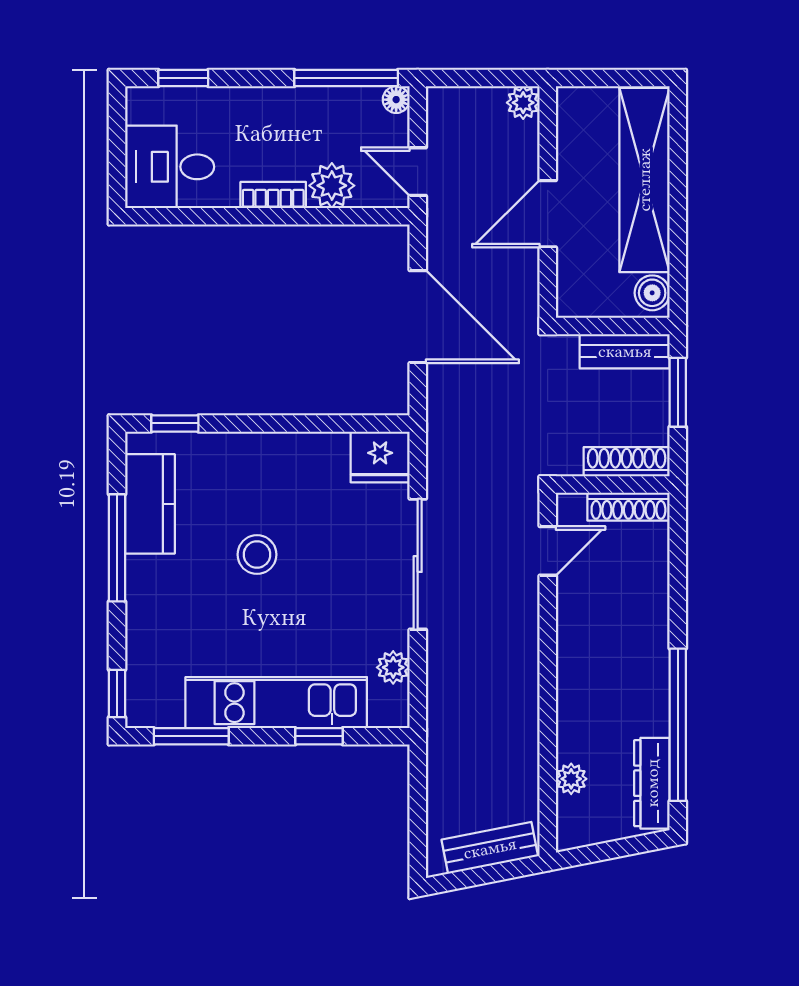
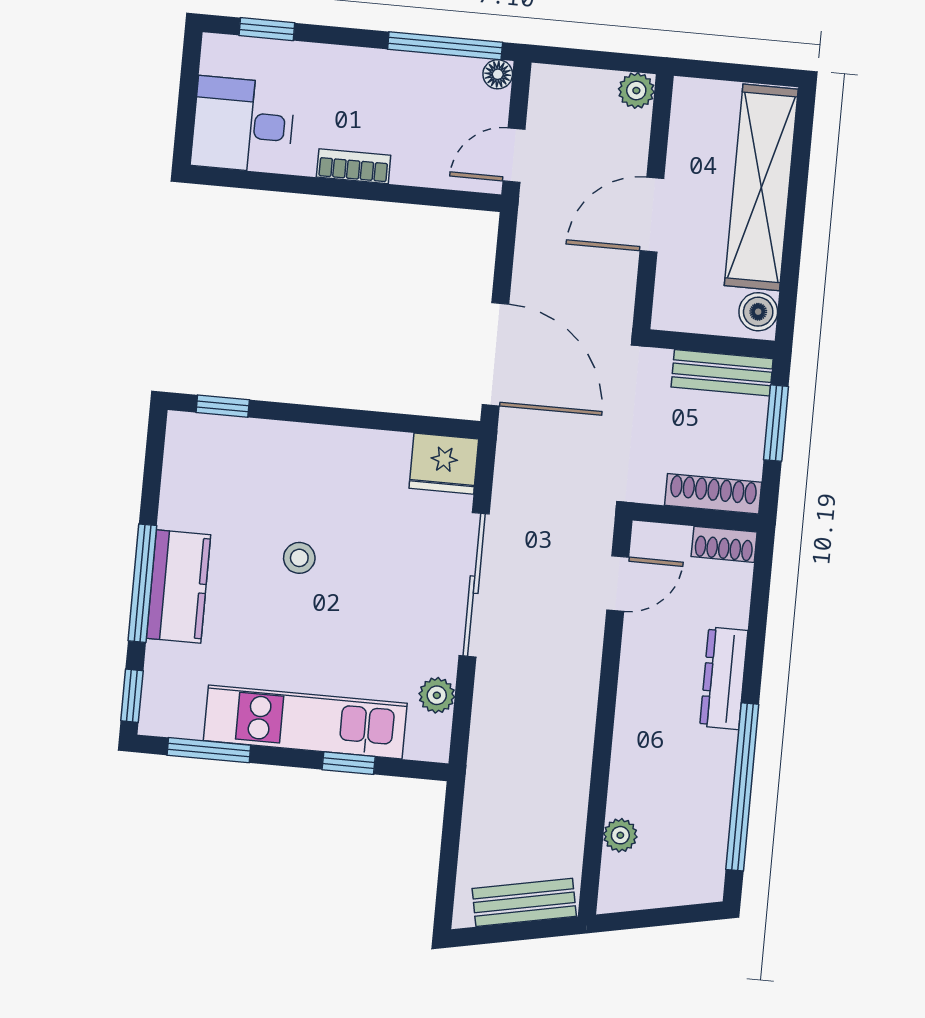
door: (418, 172) -> (514, 155), hinge flipped
plant: (332, 186) -> (419, 162), removed
door: (418, 317) -> (495, 354), moved
kitchen counter: (150, 504) -> (178, 586), moved
shoe rack: (628, 507) -> (724, 544), width x0.70
window: (117, 548) -> (142, 583), moved
stool: (257, 555) -> (299, 558), width x0.73, depth x0.73
dresser: (652, 783) -> (724, 678), moved

